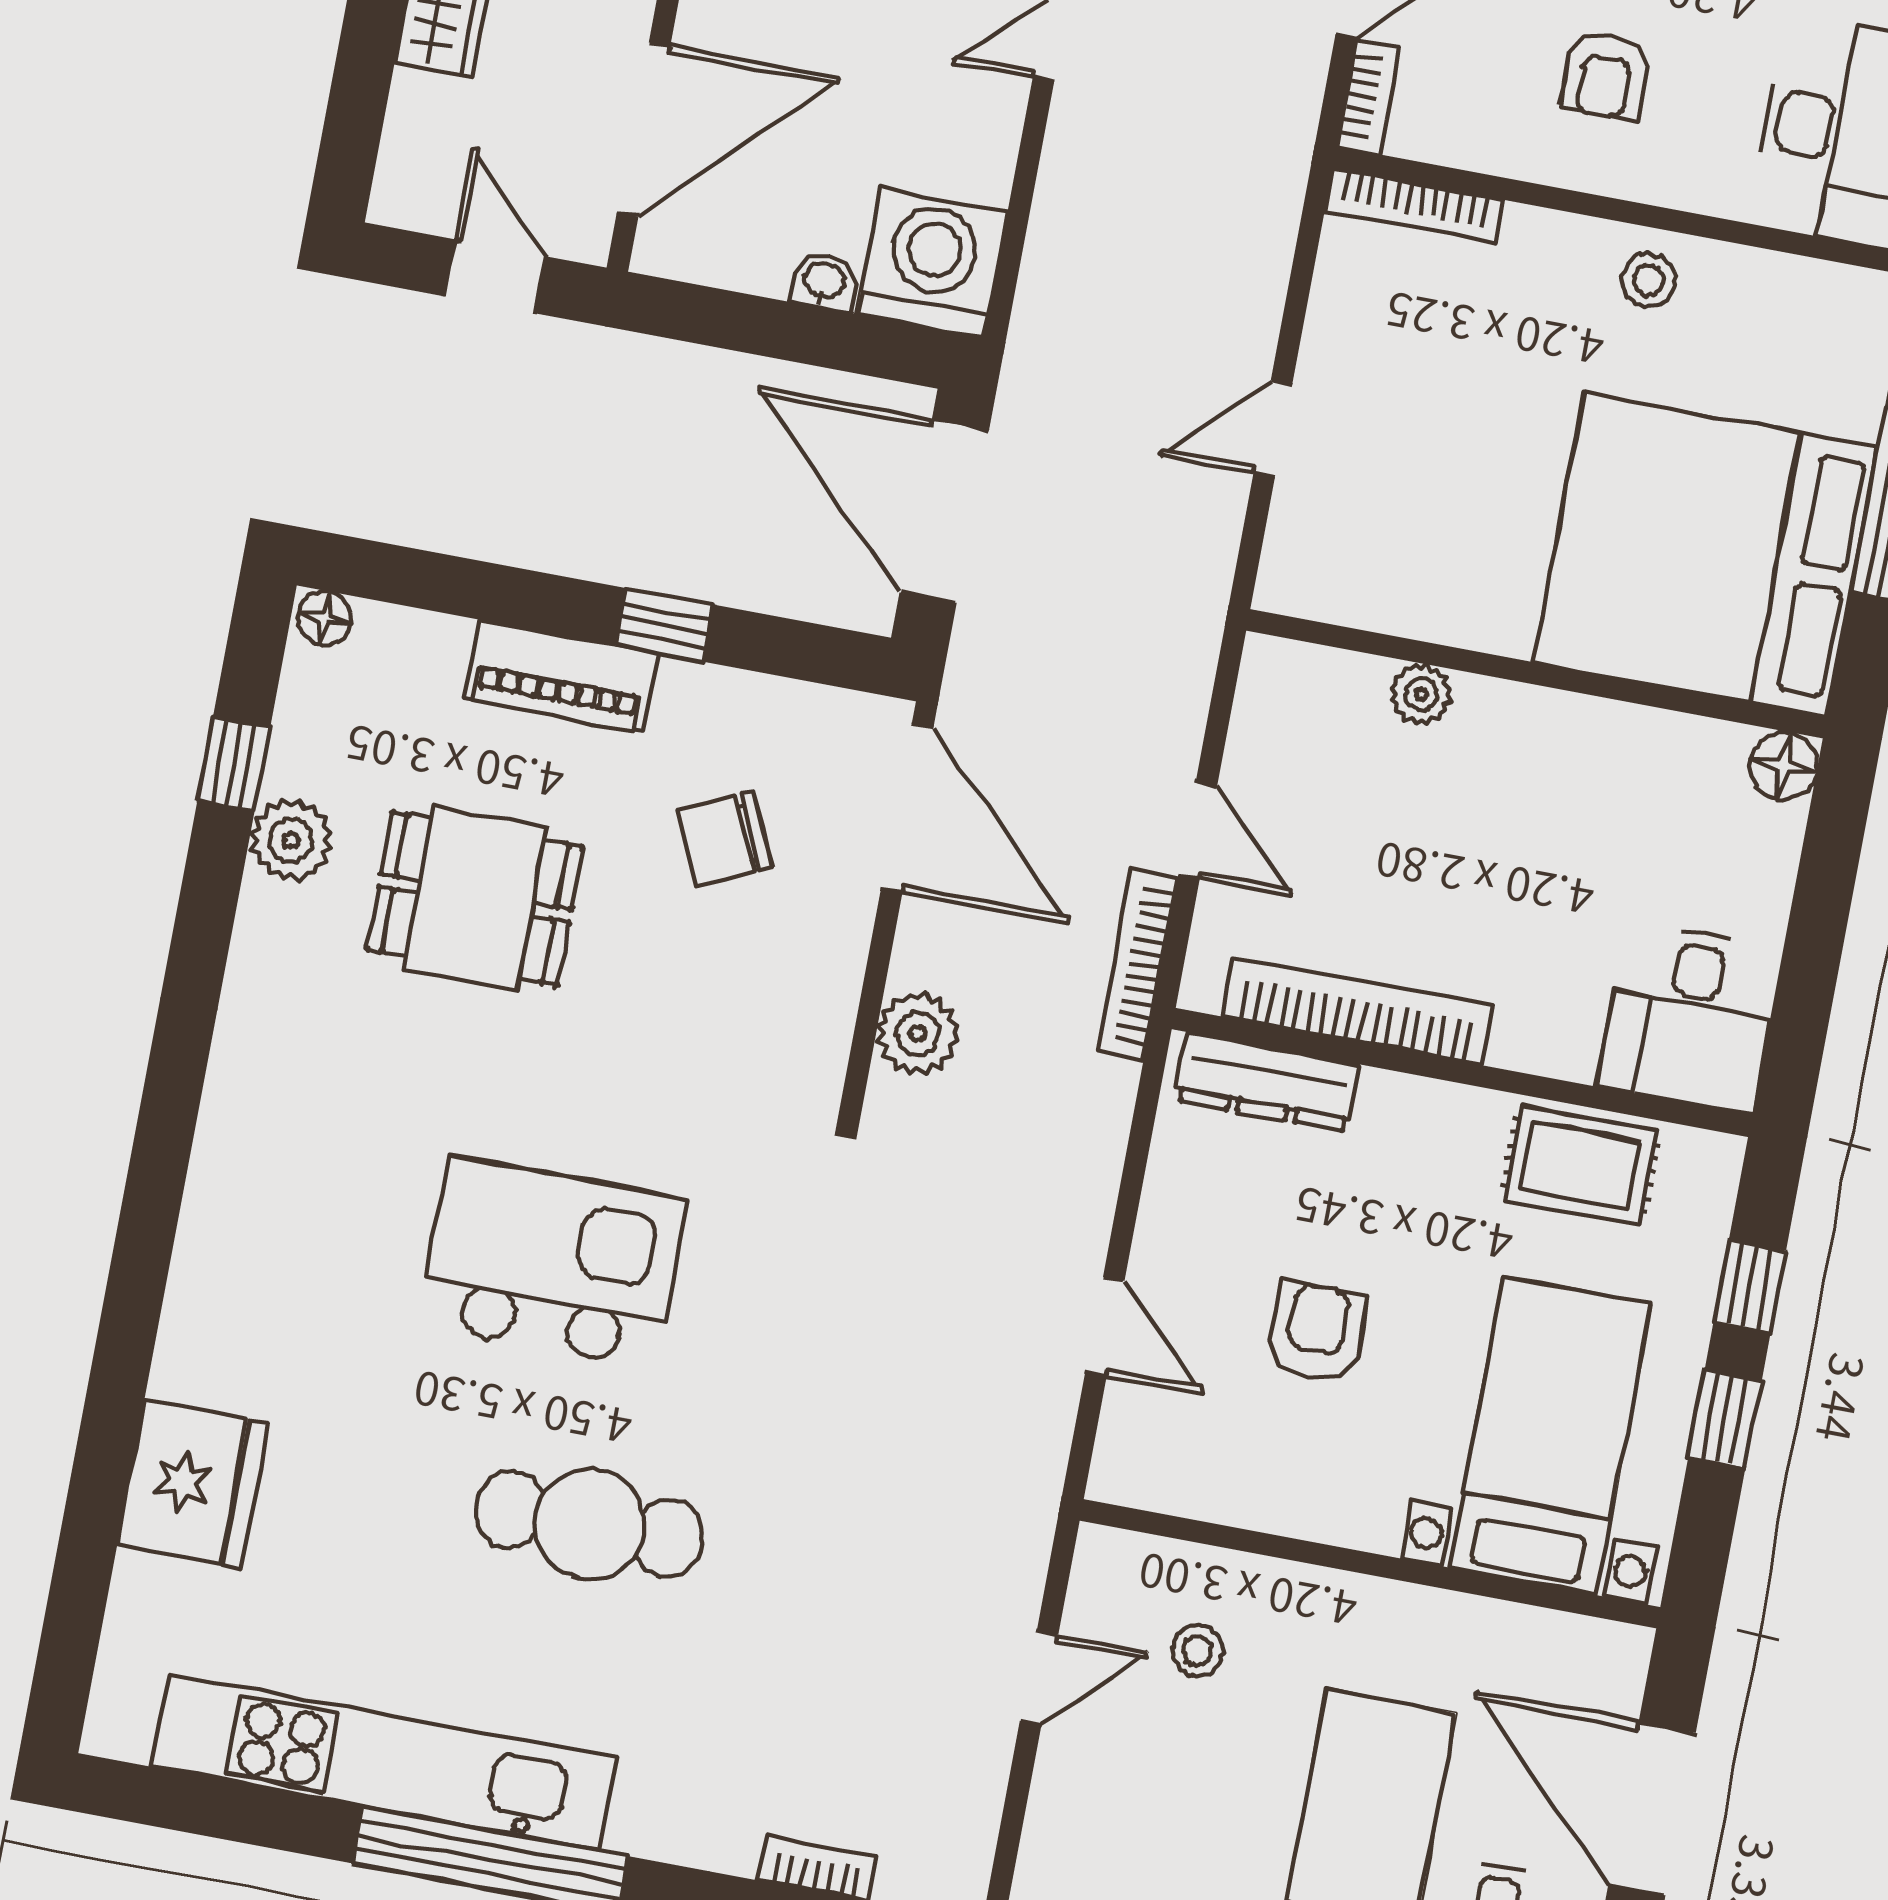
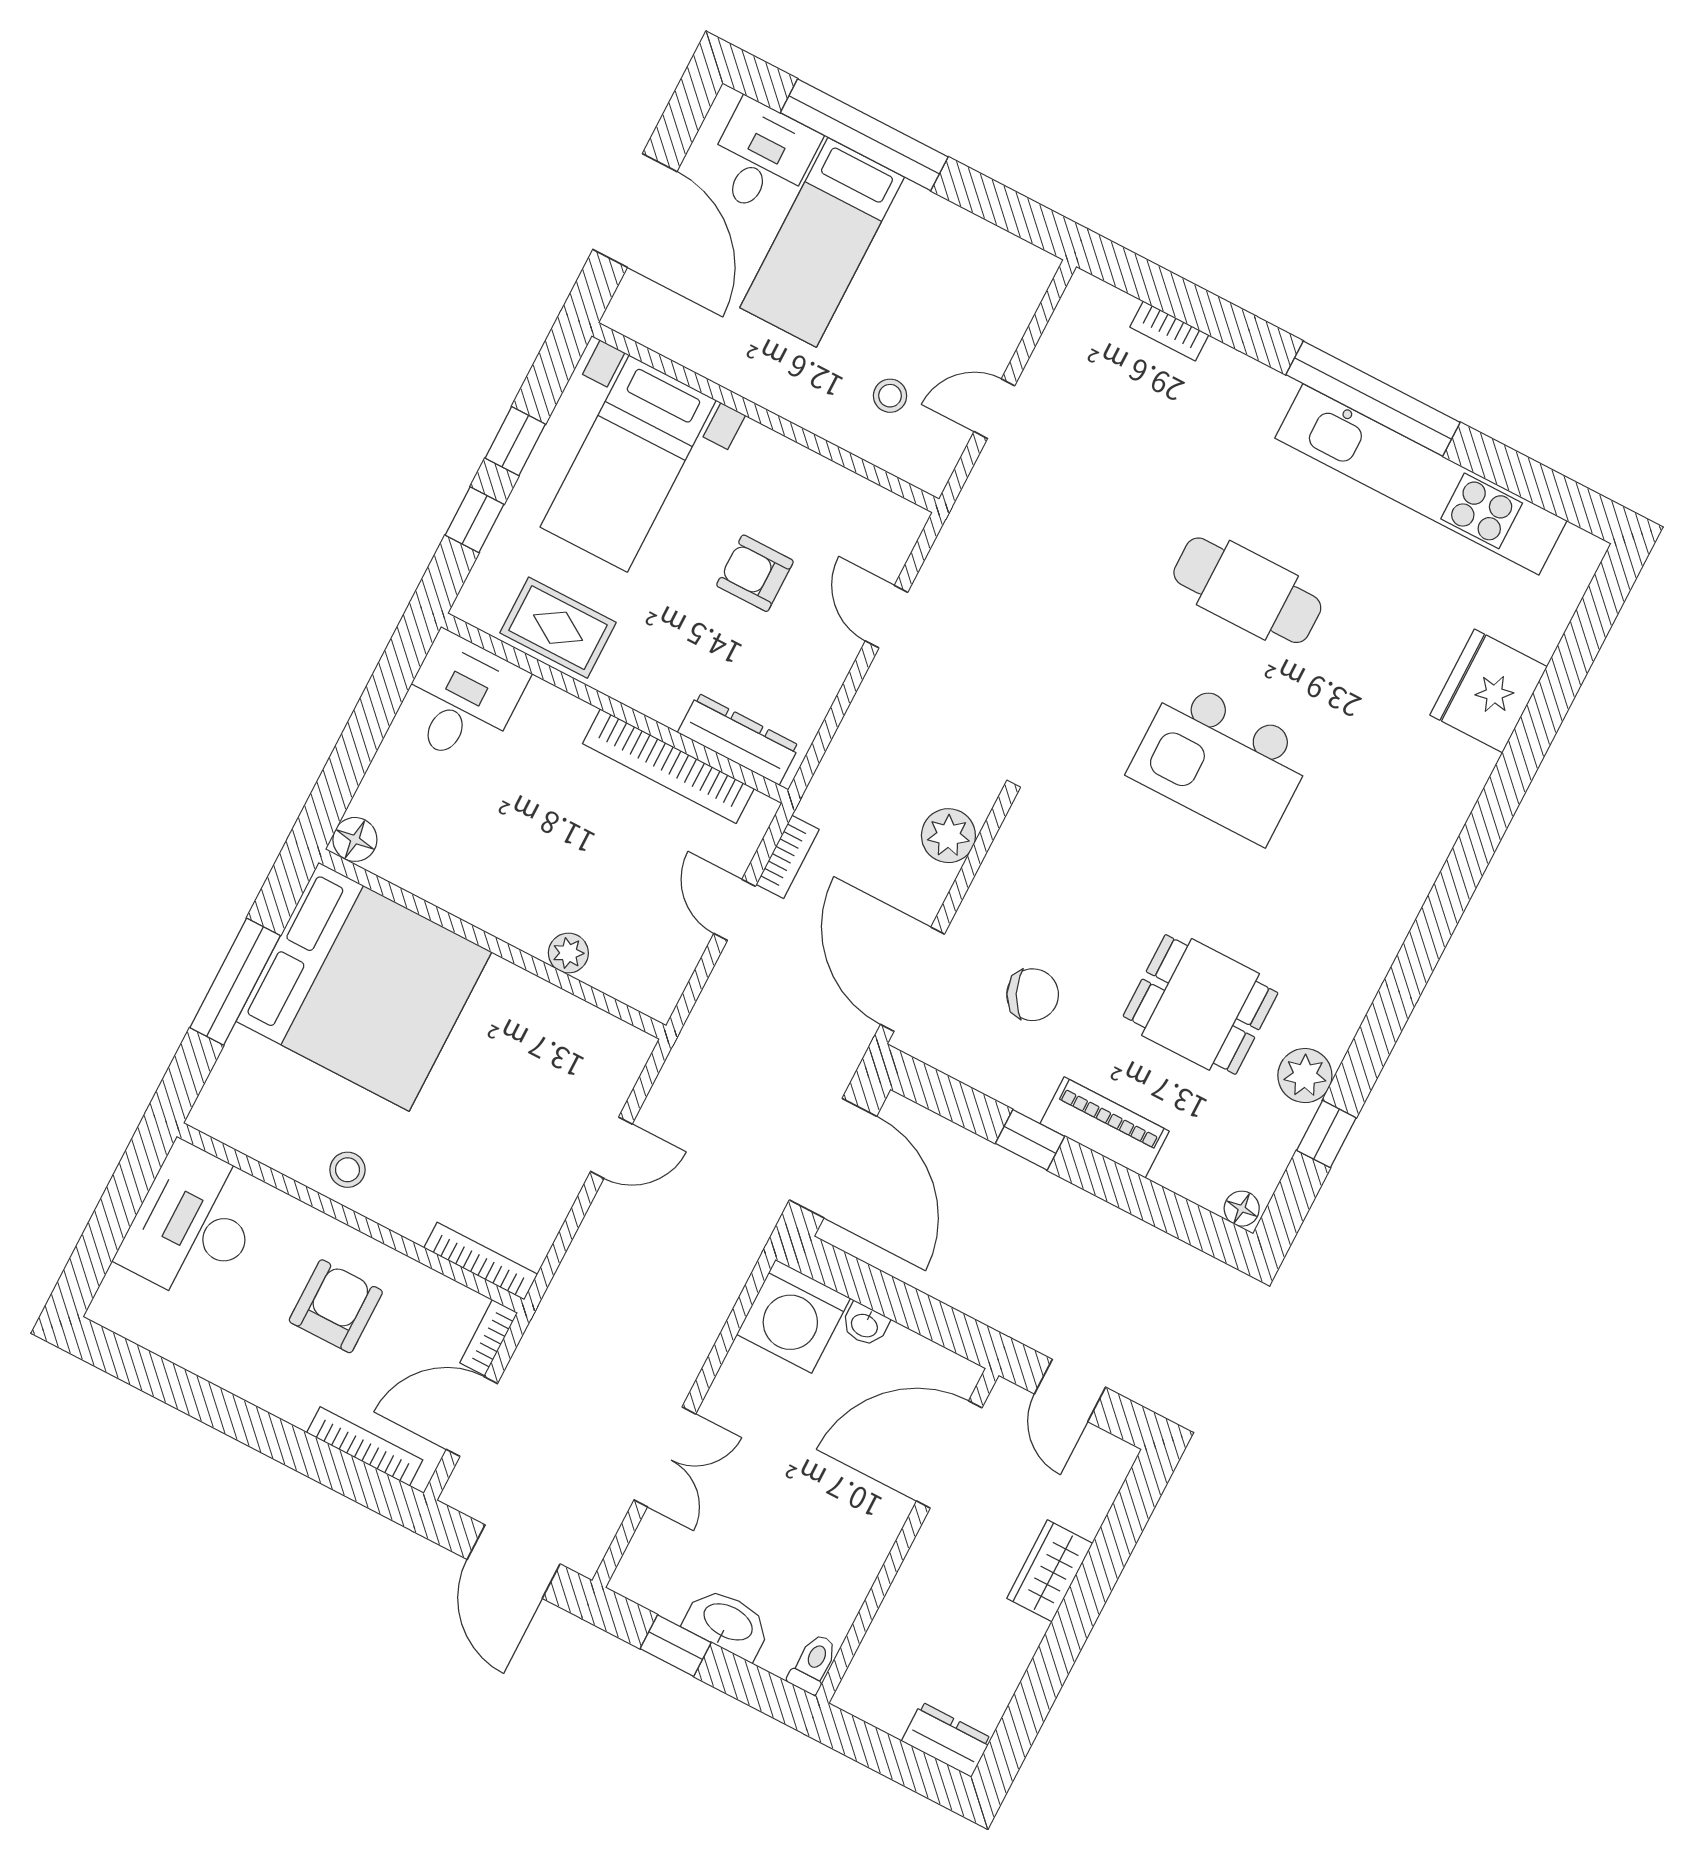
armchair: (1606, 75) -> (336, 1306), width x1.38, depth x1.38
bookcase: (1137, 964) -> (788, 857), width x0.64
armchair: (1316, 1332) -> (755, 573), turned 90

